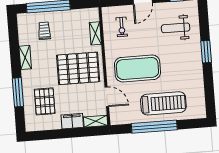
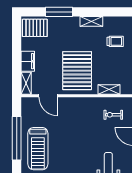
exercise mat: (137, 68) -> (73, 127), removed
door: (107, 97) -> (48, 96), hinge flipped
pallet: (45, 101) -> (35, 28), moved

